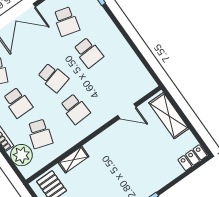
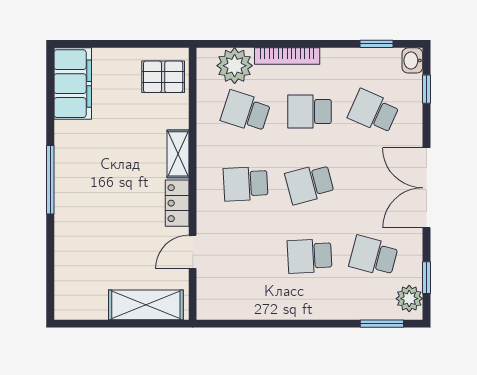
locker: (192, 158) -> (177, 203), moved, turned 180
shelving: (74, 160) -> (178, 154), moved

